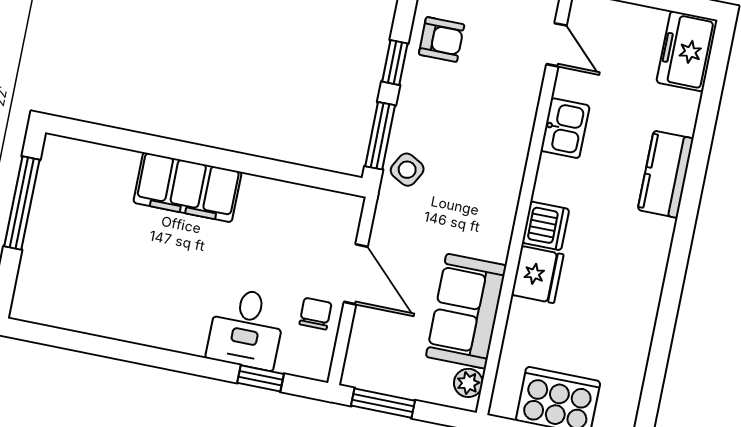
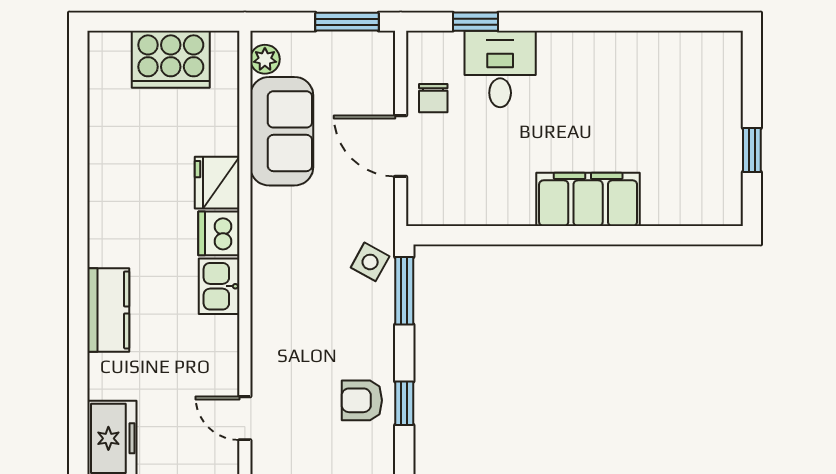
window: (395, 62) -> (404, 403), moved
kitchen sink: (565, 128) -> (219, 286), moved
window: (22, 203) -> (752, 150), width x0.46

